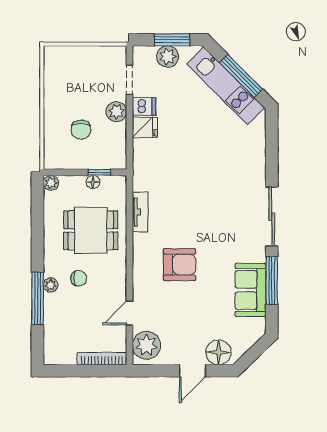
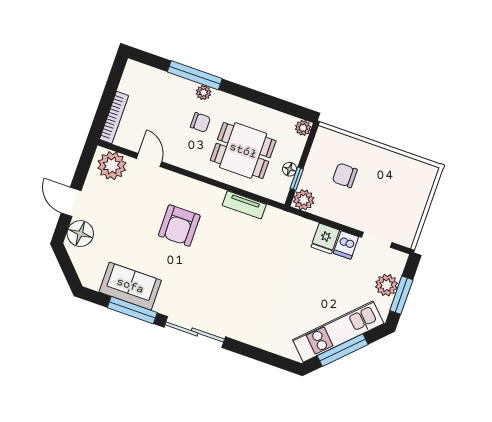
plant: (116, 112) -> (304, 200), moved
dining table: (91, 230) -> (243, 151), turned 90
chair: (79, 278) -> (200, 122), turned -90

